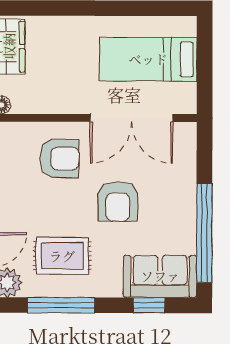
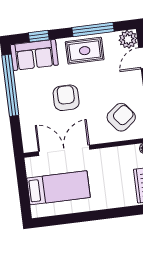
armchair: (60, 158) -> (121, 117), moved, turned 142
rug: (62, 256) -> (85, 51), moved

